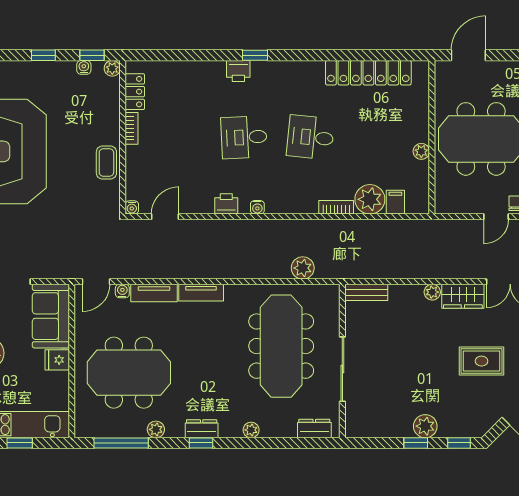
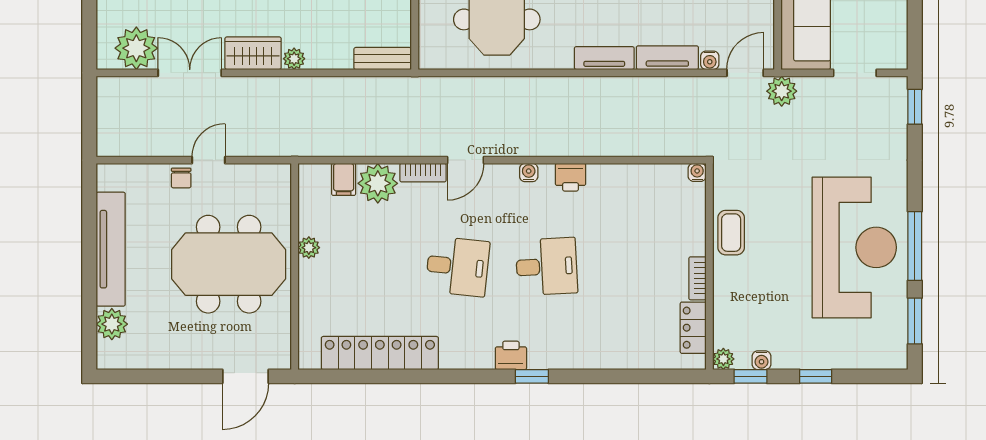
printer: (238, 71) -> (511, 355), moved
door: (165, 217) -> (465, 160), moved
plant: (303, 268) -> (782, 91), moved

